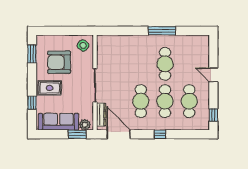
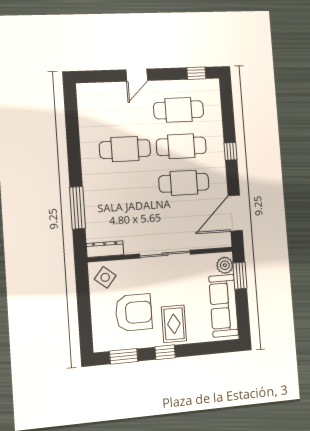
window: (162, 31) -> (77, 208), moved
armchair: (59, 62) -> (134, 313), turned -90
window: (32, 103) -> (165, 352), moved
dresser: (101, 115) -> (105, 249), moved

